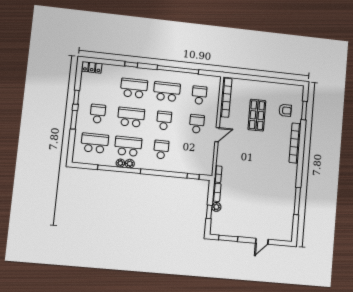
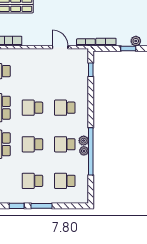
school desk: (131, 117) -> (32, 144), width x0.54
school desk: (197, 124) -> (32, 71), removed
door: (217, 135) -> (60, 47), moved
school desk: (95, 143) -> (65, 181), width x0.54
school desk: (128, 146) -> (65, 144), width x0.54
plant: (216, 207) -> (136, 41), moved

